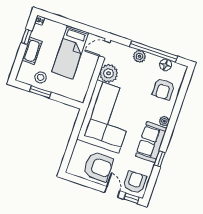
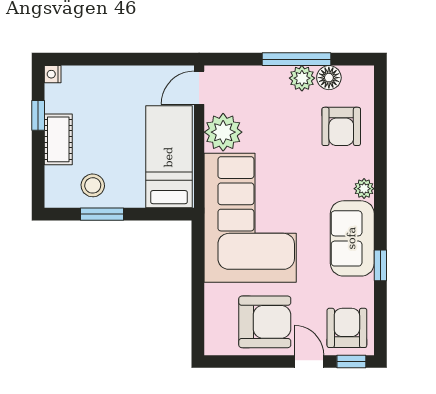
window: (154, 51) -> (297, 59), width x0.68
bed: (70, 52) -> (169, 157), moved, turned 180
plant: (139, 56) -> (302, 78), moved

